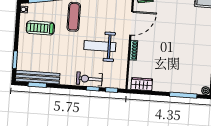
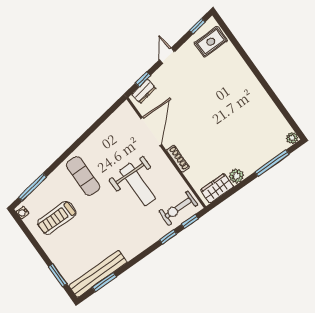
weight bench: (100, 46) -> (138, 184), turned -90
exercise bike: (89, 79) -> (178, 208), moved
plant: (158, 86) -> (236, 176), added

